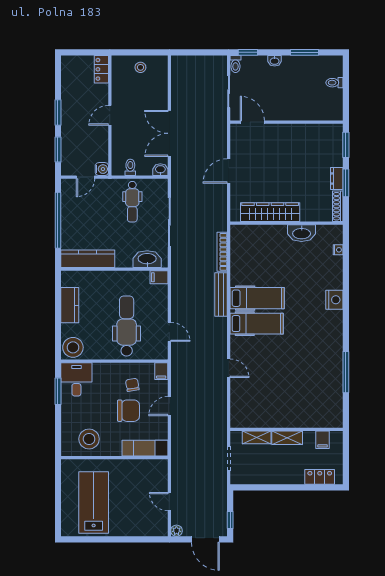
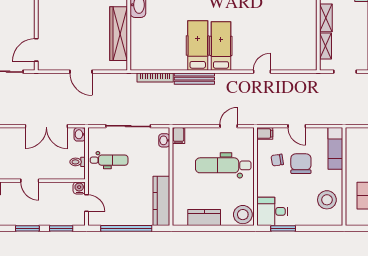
washbasin: (147, 259) -> (164, 140), width x0.52, depth x0.69

